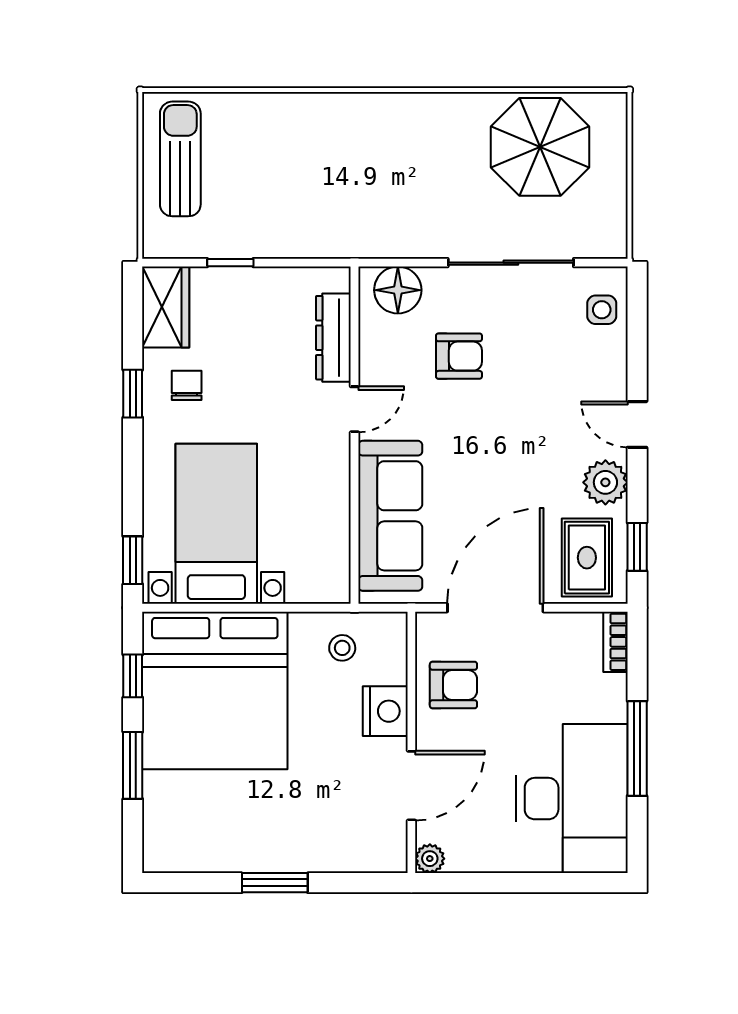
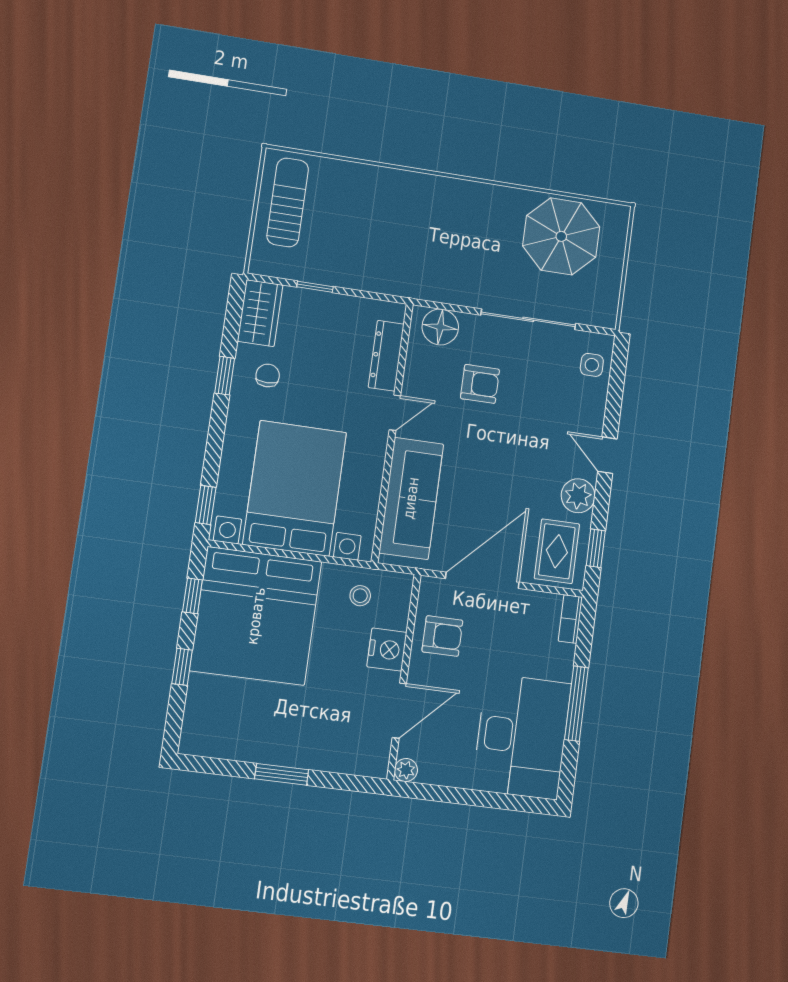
bed with nightstands: (216, 524) -> (295, 488), width x1.36
window: (133, 765) -> (182, 667), width x0.67

